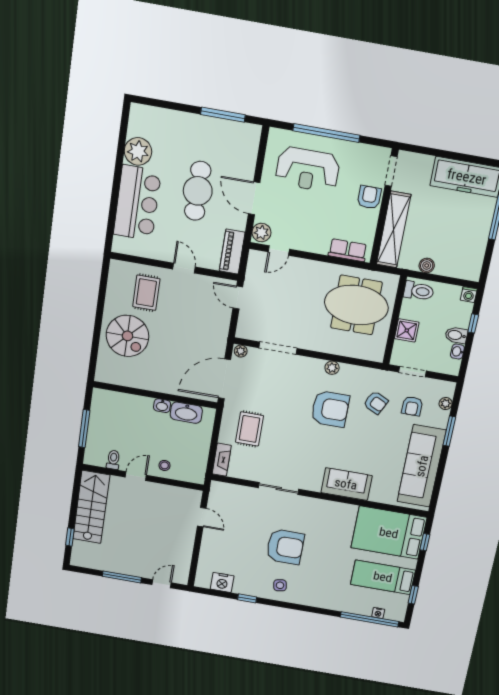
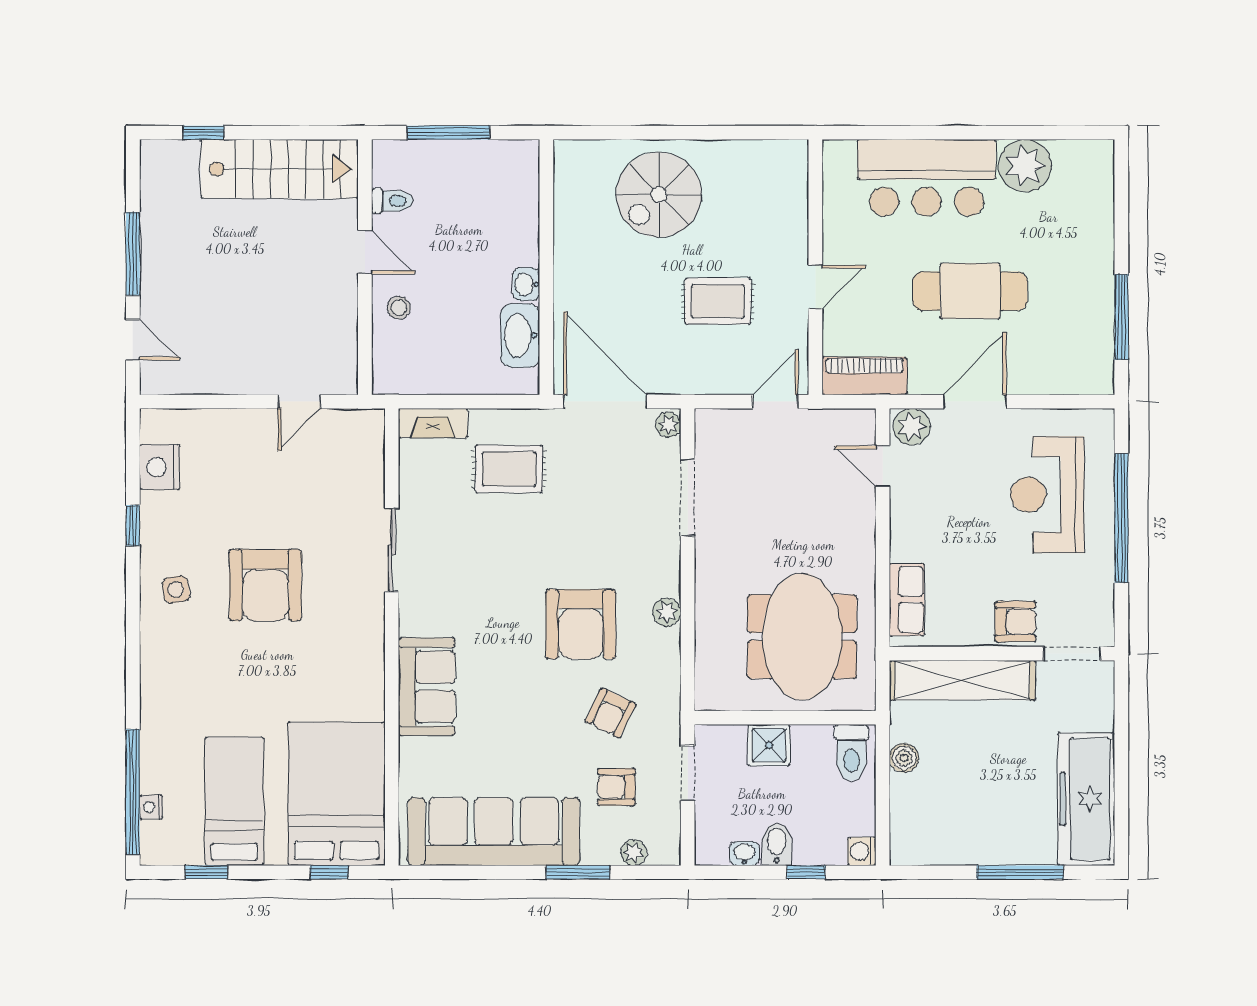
rug: (146, 293) -> (718, 301), moved

